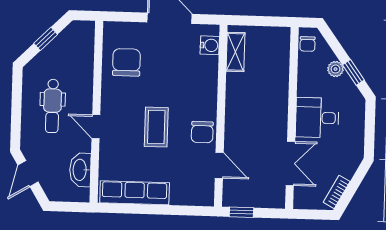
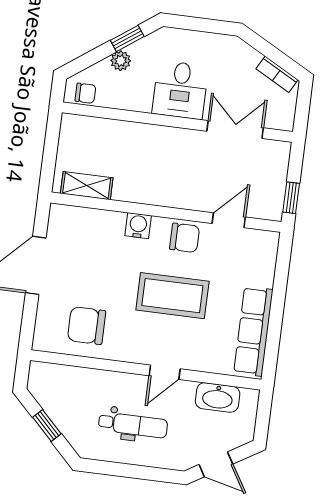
water cooler: (210, 45) -> (138, 226), moved
coffee table: (156, 127) -> (172, 296), width x1.36, depth x1.32

